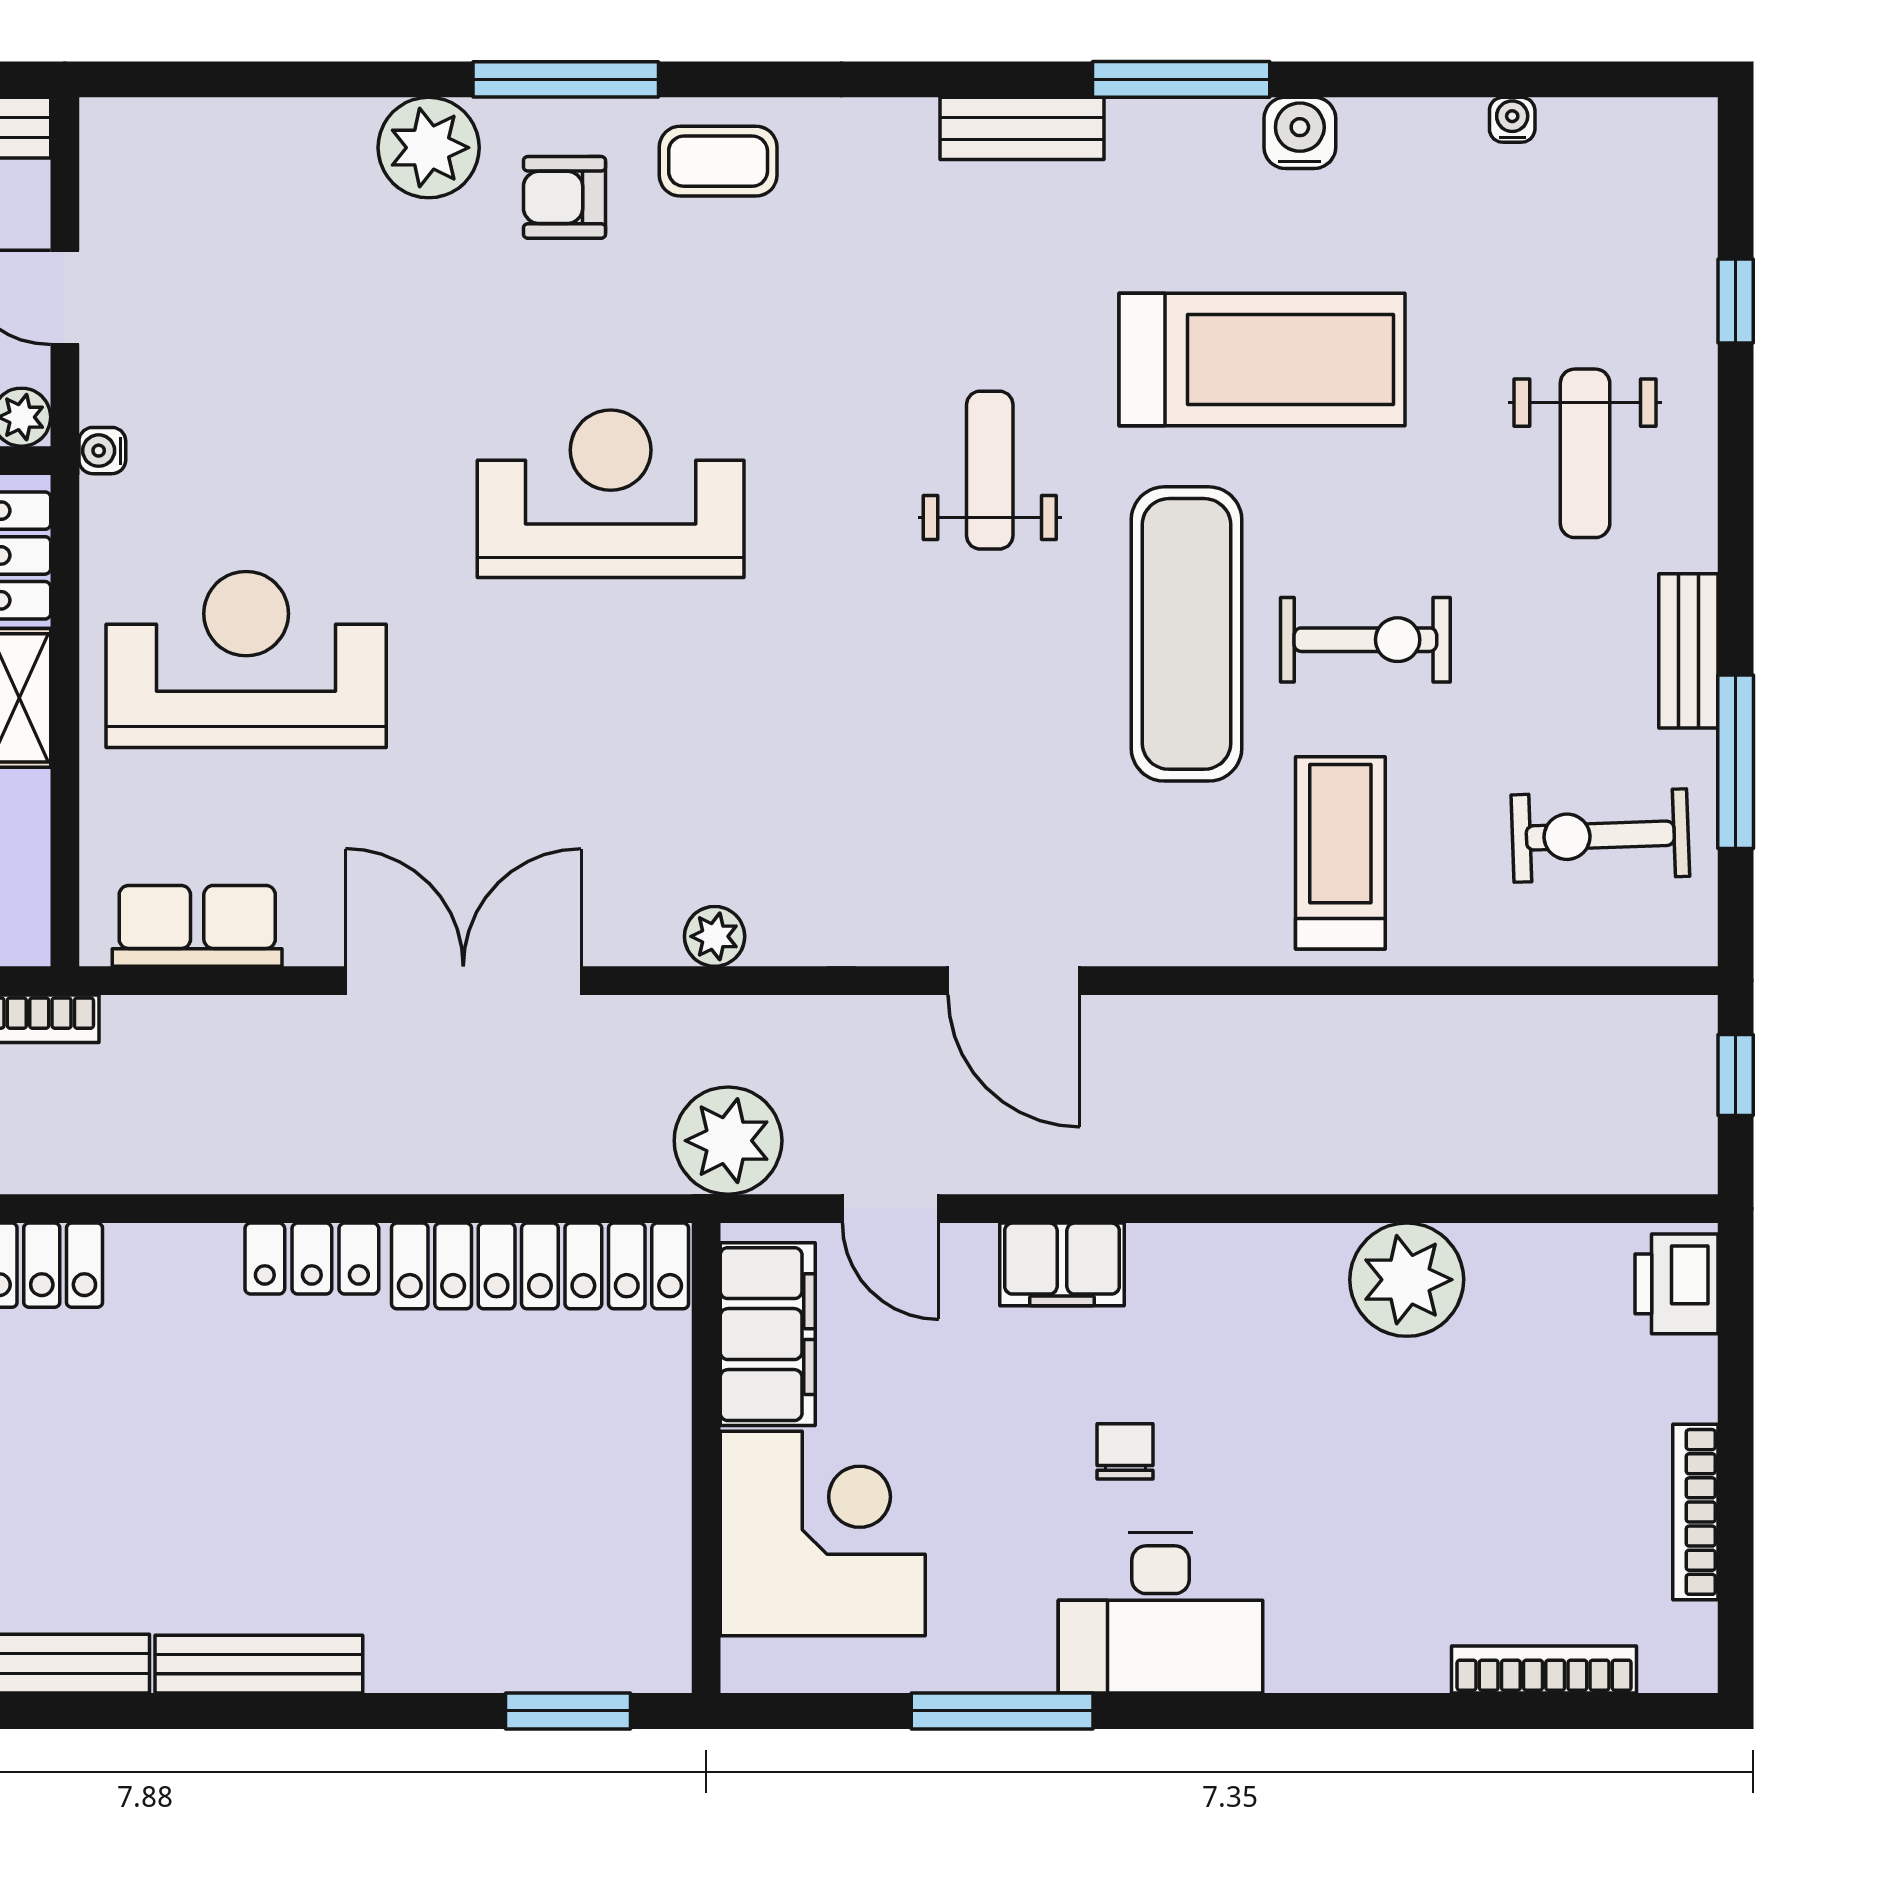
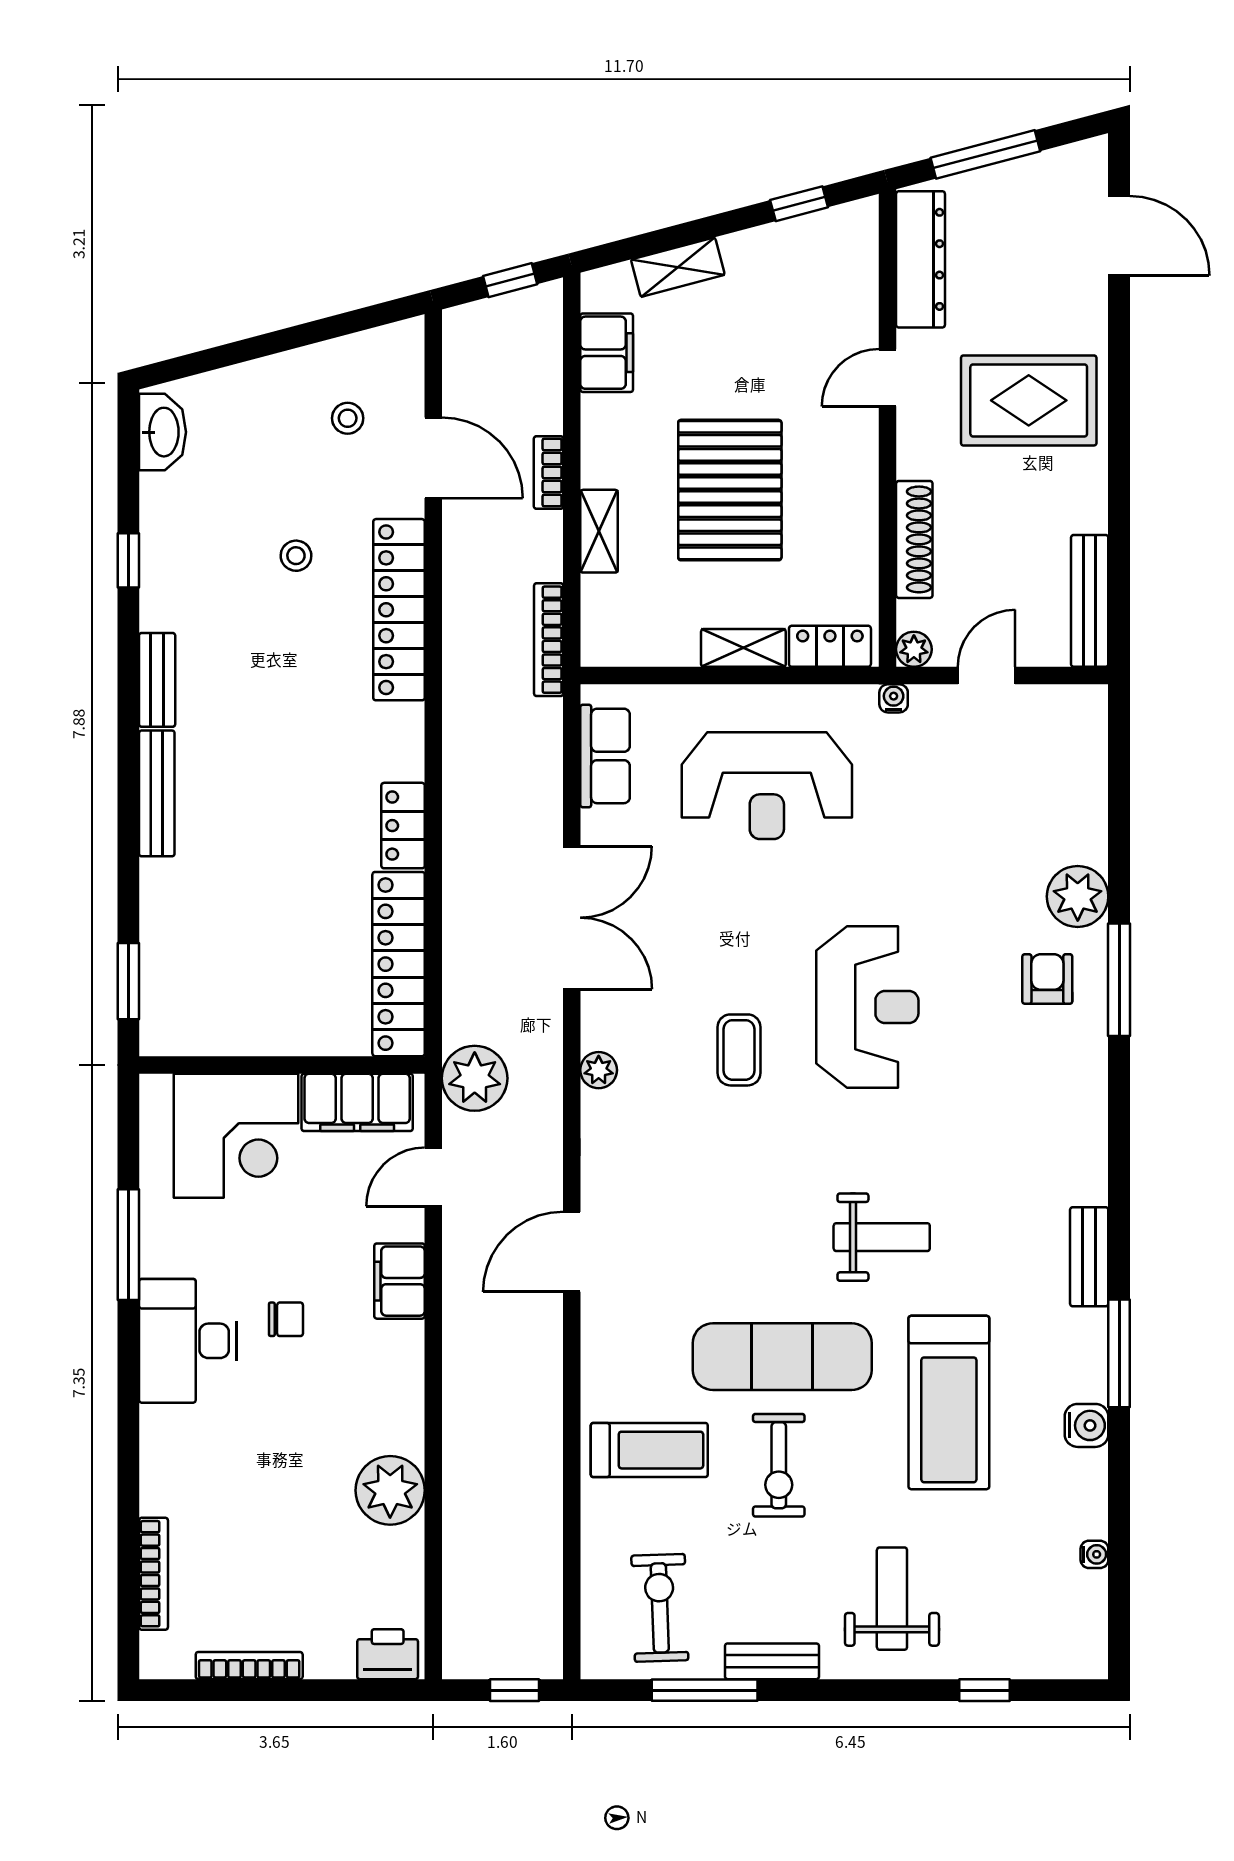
coffee table: (718, 161) -> (739, 1050), moved
weight bench: (1585, 453) -> (892, 1599), turned 90
reception desk: (246, 659) -> (767, 786), turned 90

